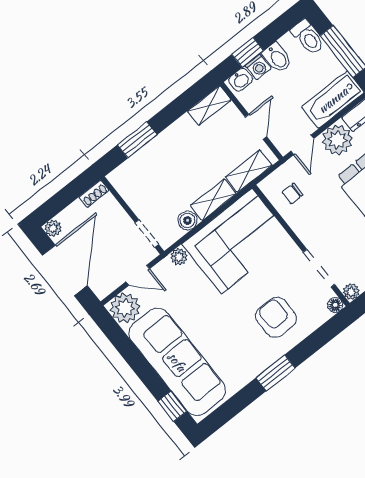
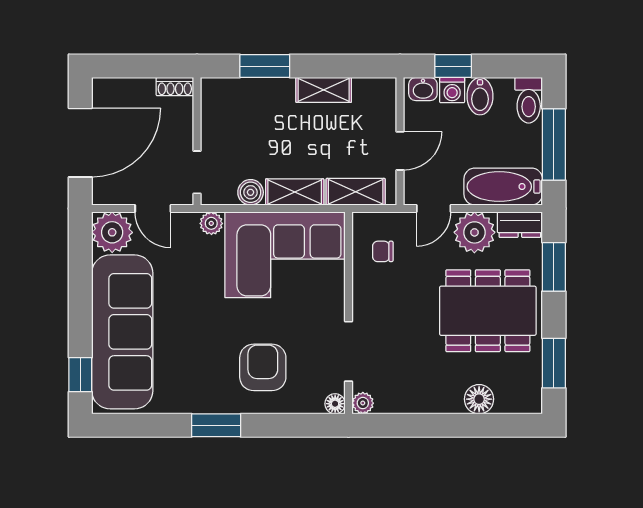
shelving: (209, 106) -> (324, 90), moved
plant: (53, 228) -> (103, 89), removed

